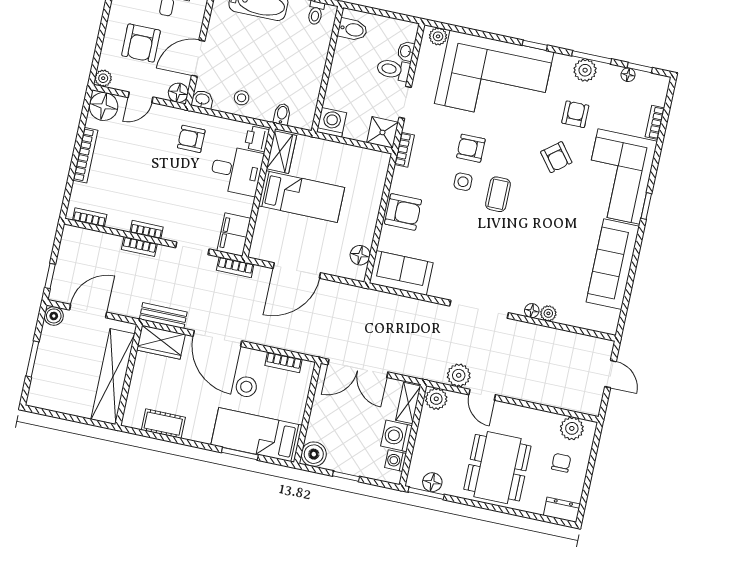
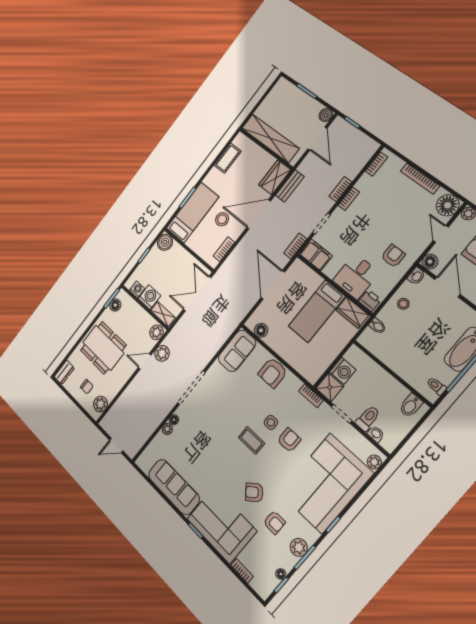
washing machine: (332, 122) -> (343, 371), moved

